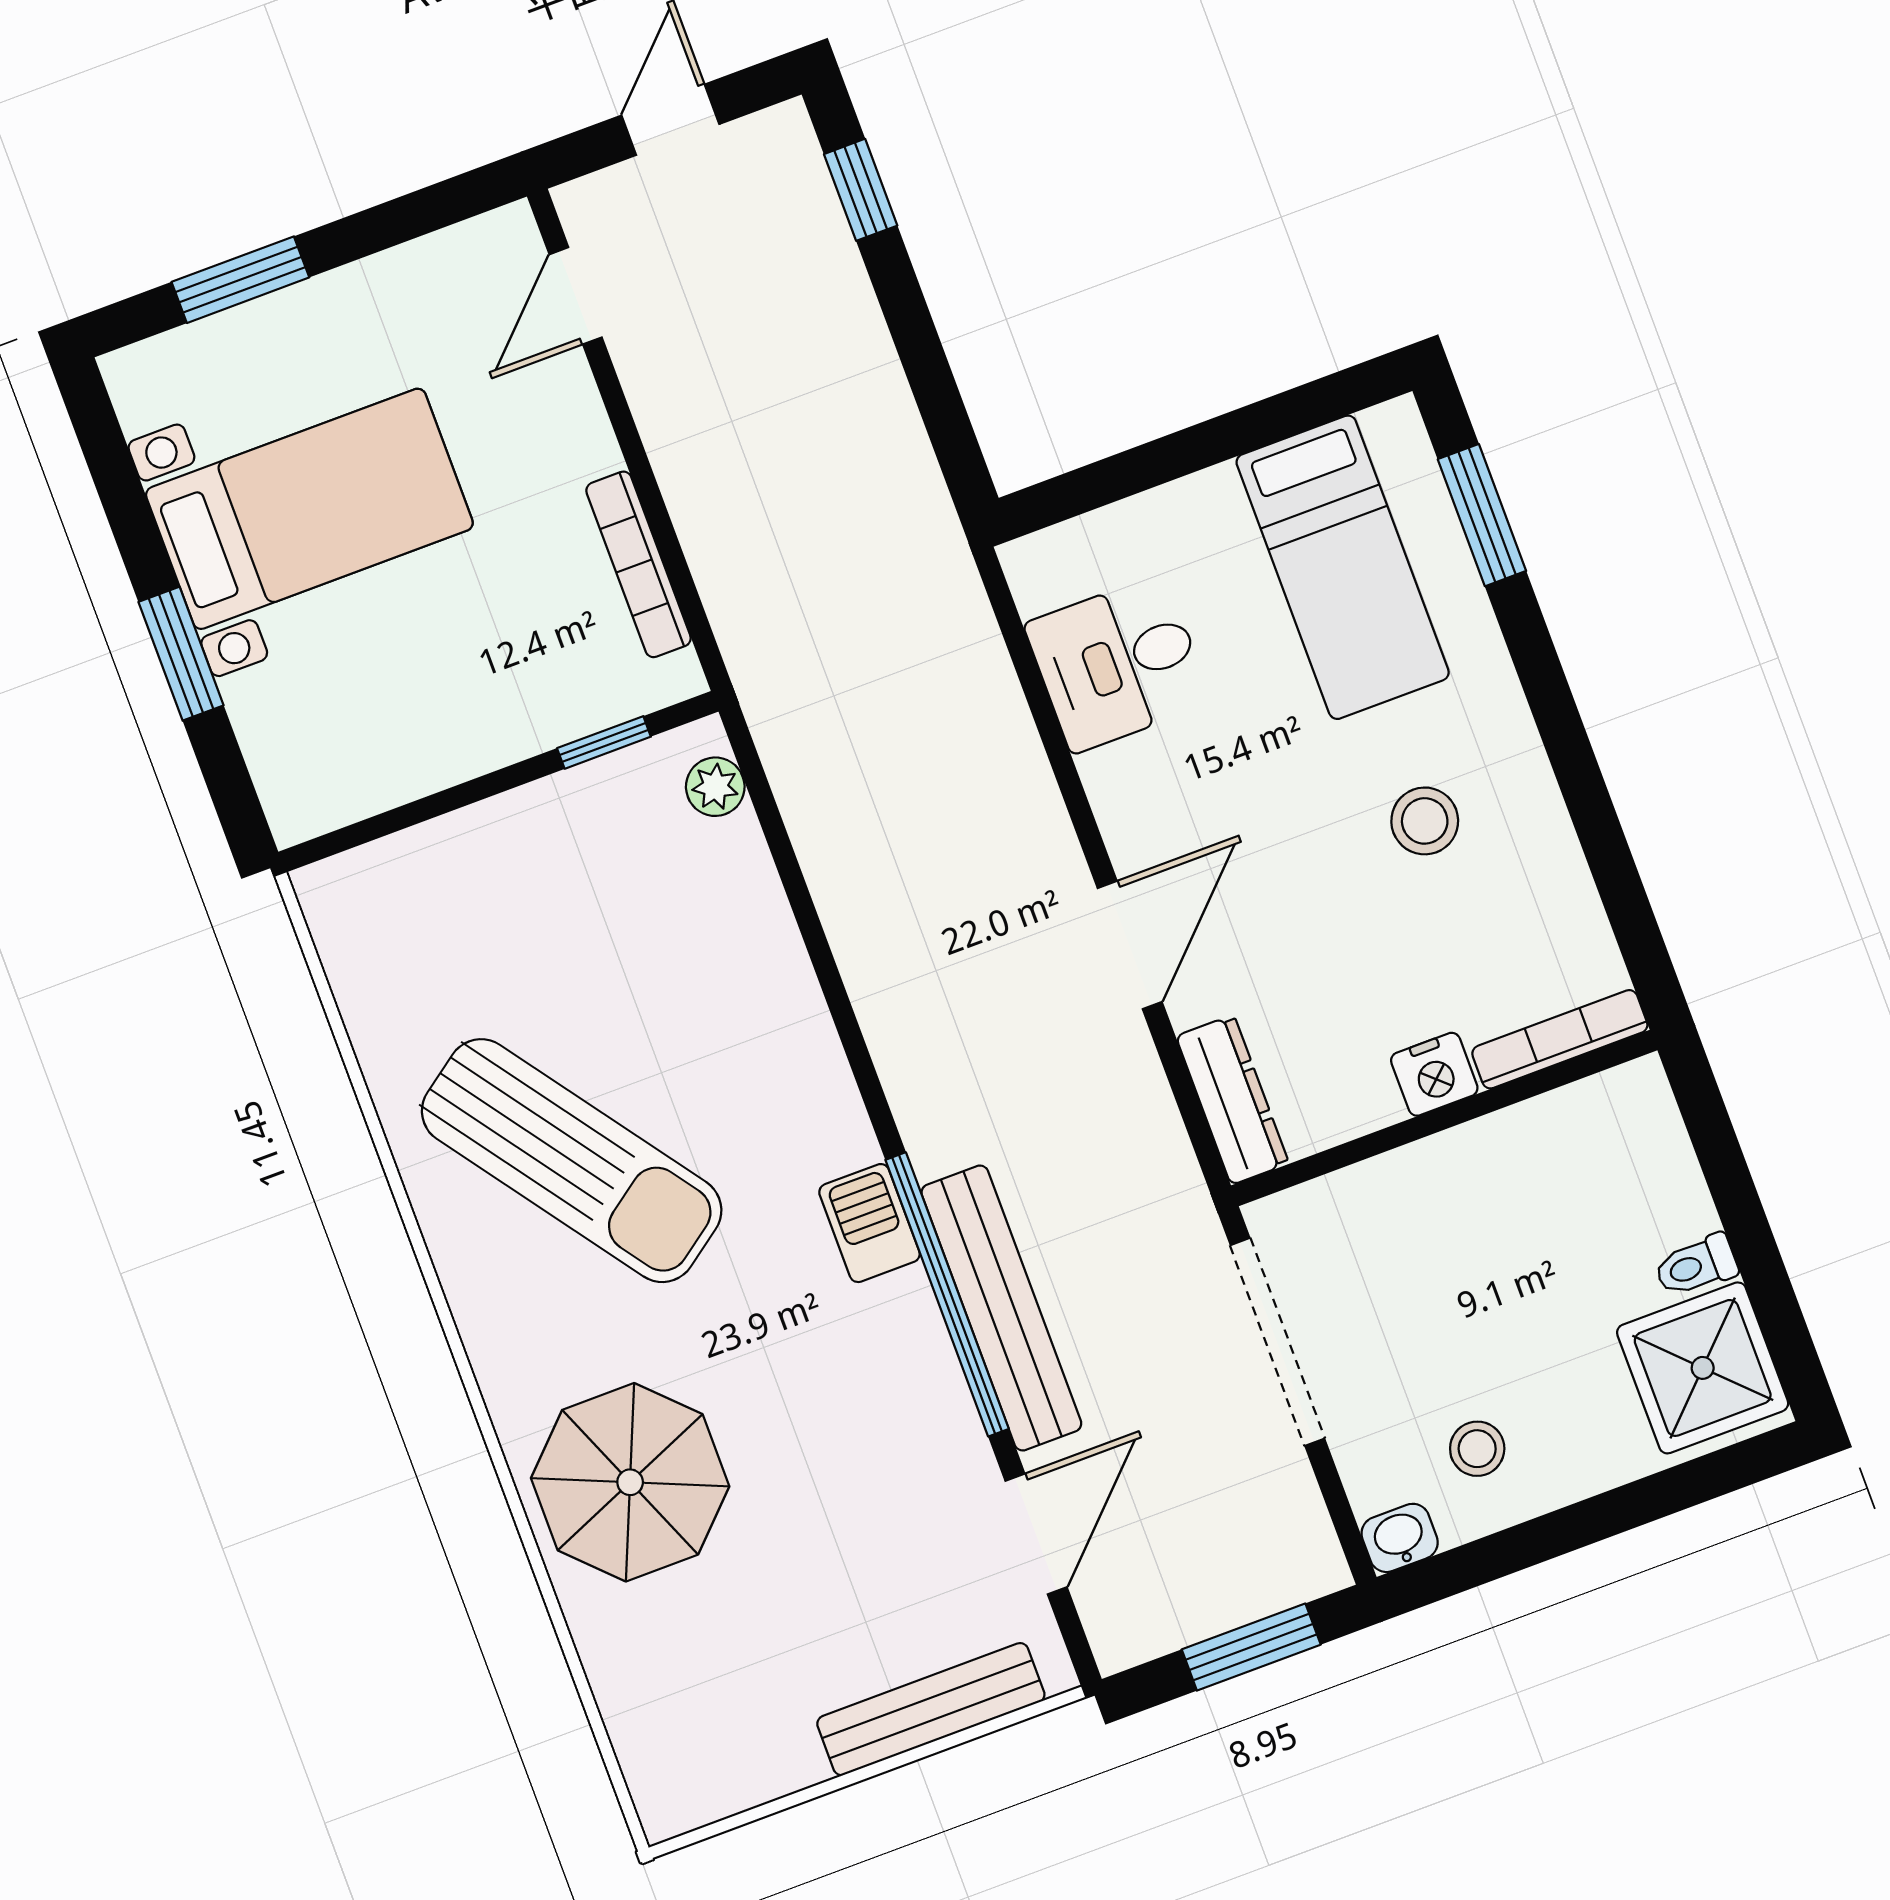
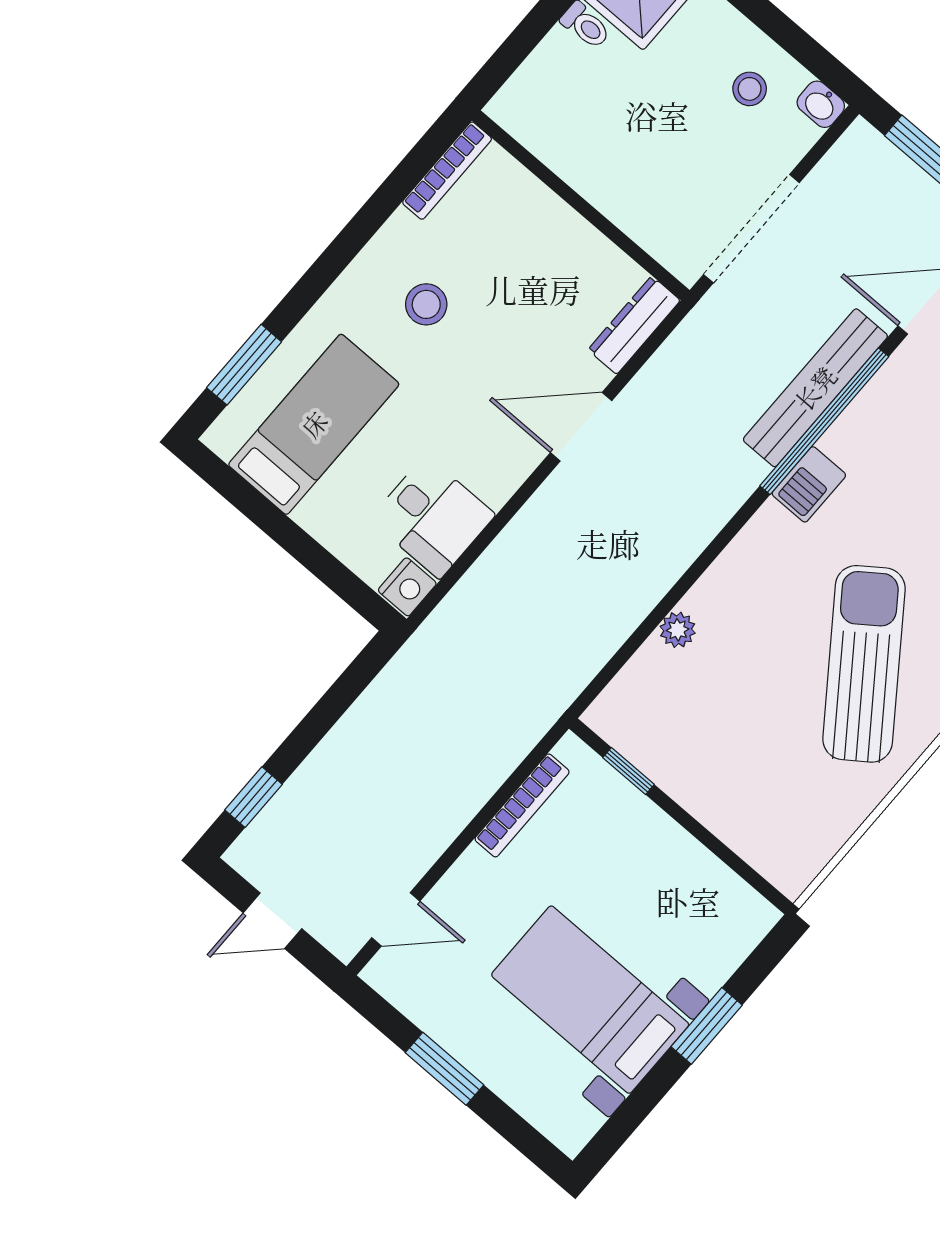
window: (240, 280) -> (445, 1069), moved
plant: (715, 787) -> (678, 630), moved
bookcase: (1560, 1039) -> (447, 171), moved, turned -90
nightstand: (1434, 1074) -> (407, 587), moved, turned 90

